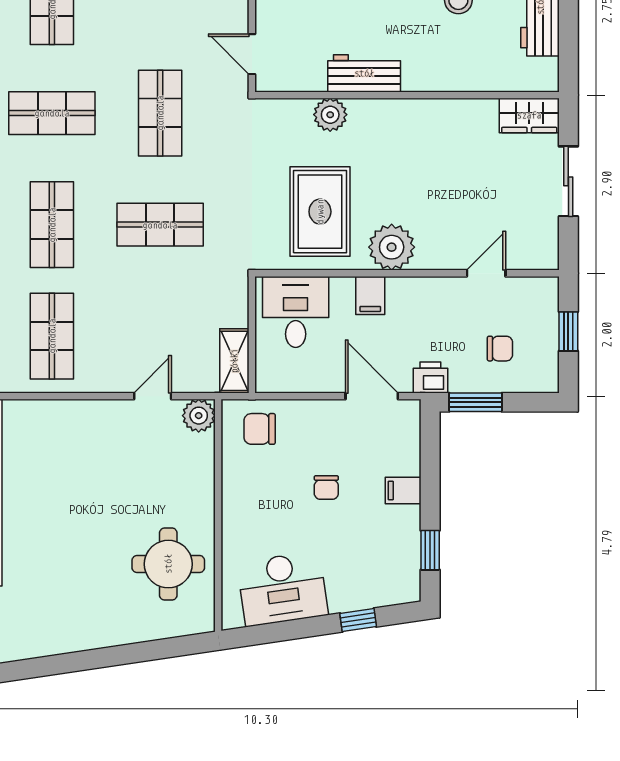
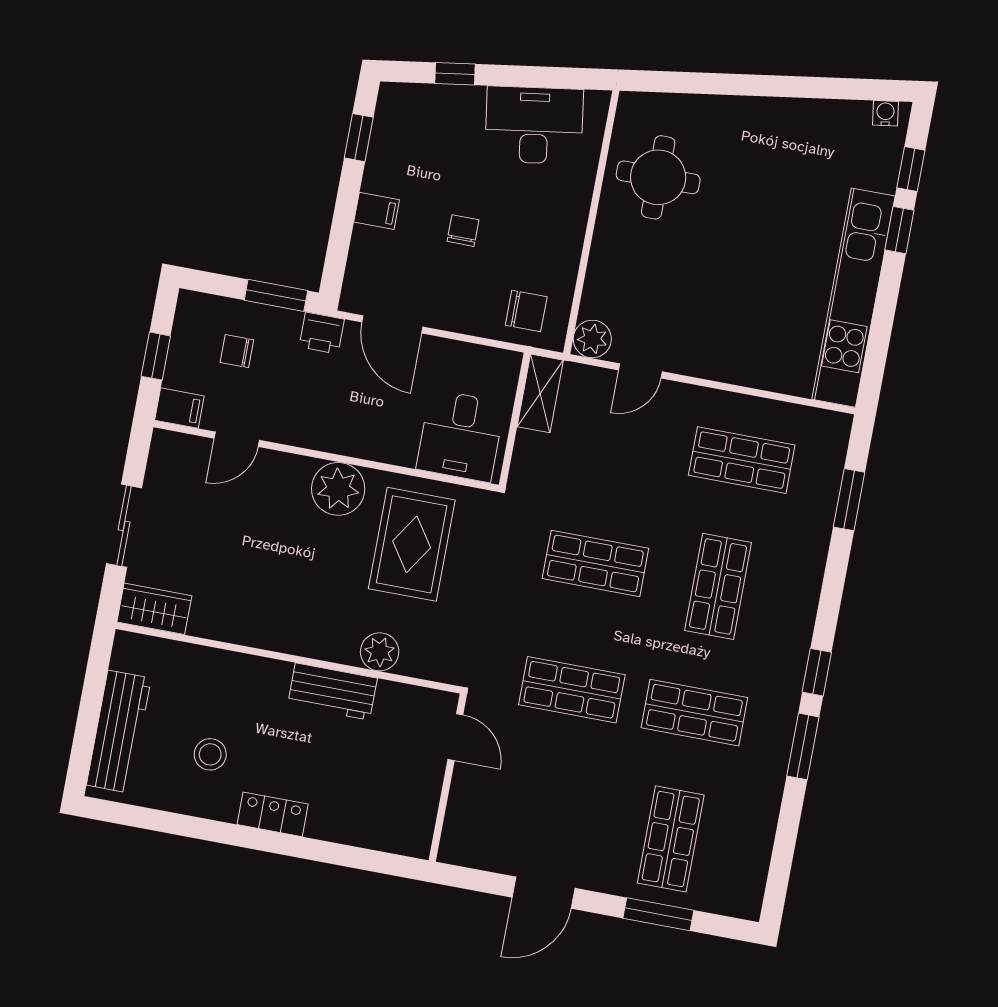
shop shelf: (160, 113) -> (572, 690), turned 90
filing cabinet: (370, 296) -> (179, 408), moved, turned 90
shop shelf: (52, 336) -> (742, 460), turned 90

